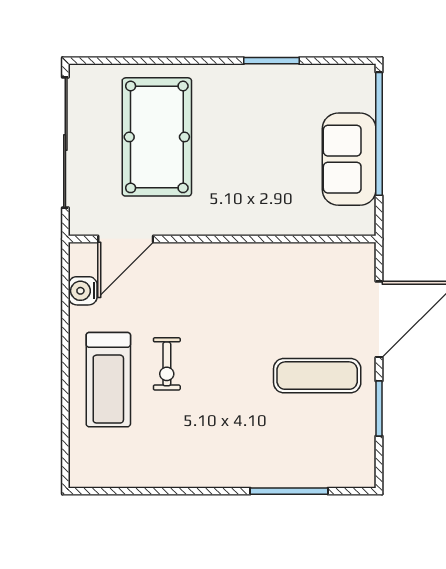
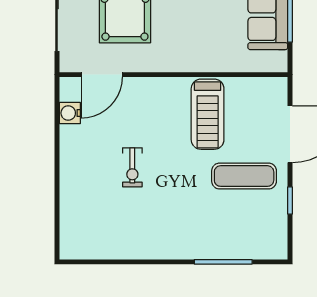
treadmill: (108, 380) -> (208, 114), moved
window: (379, 409) -> (290, 200), width x0.67

